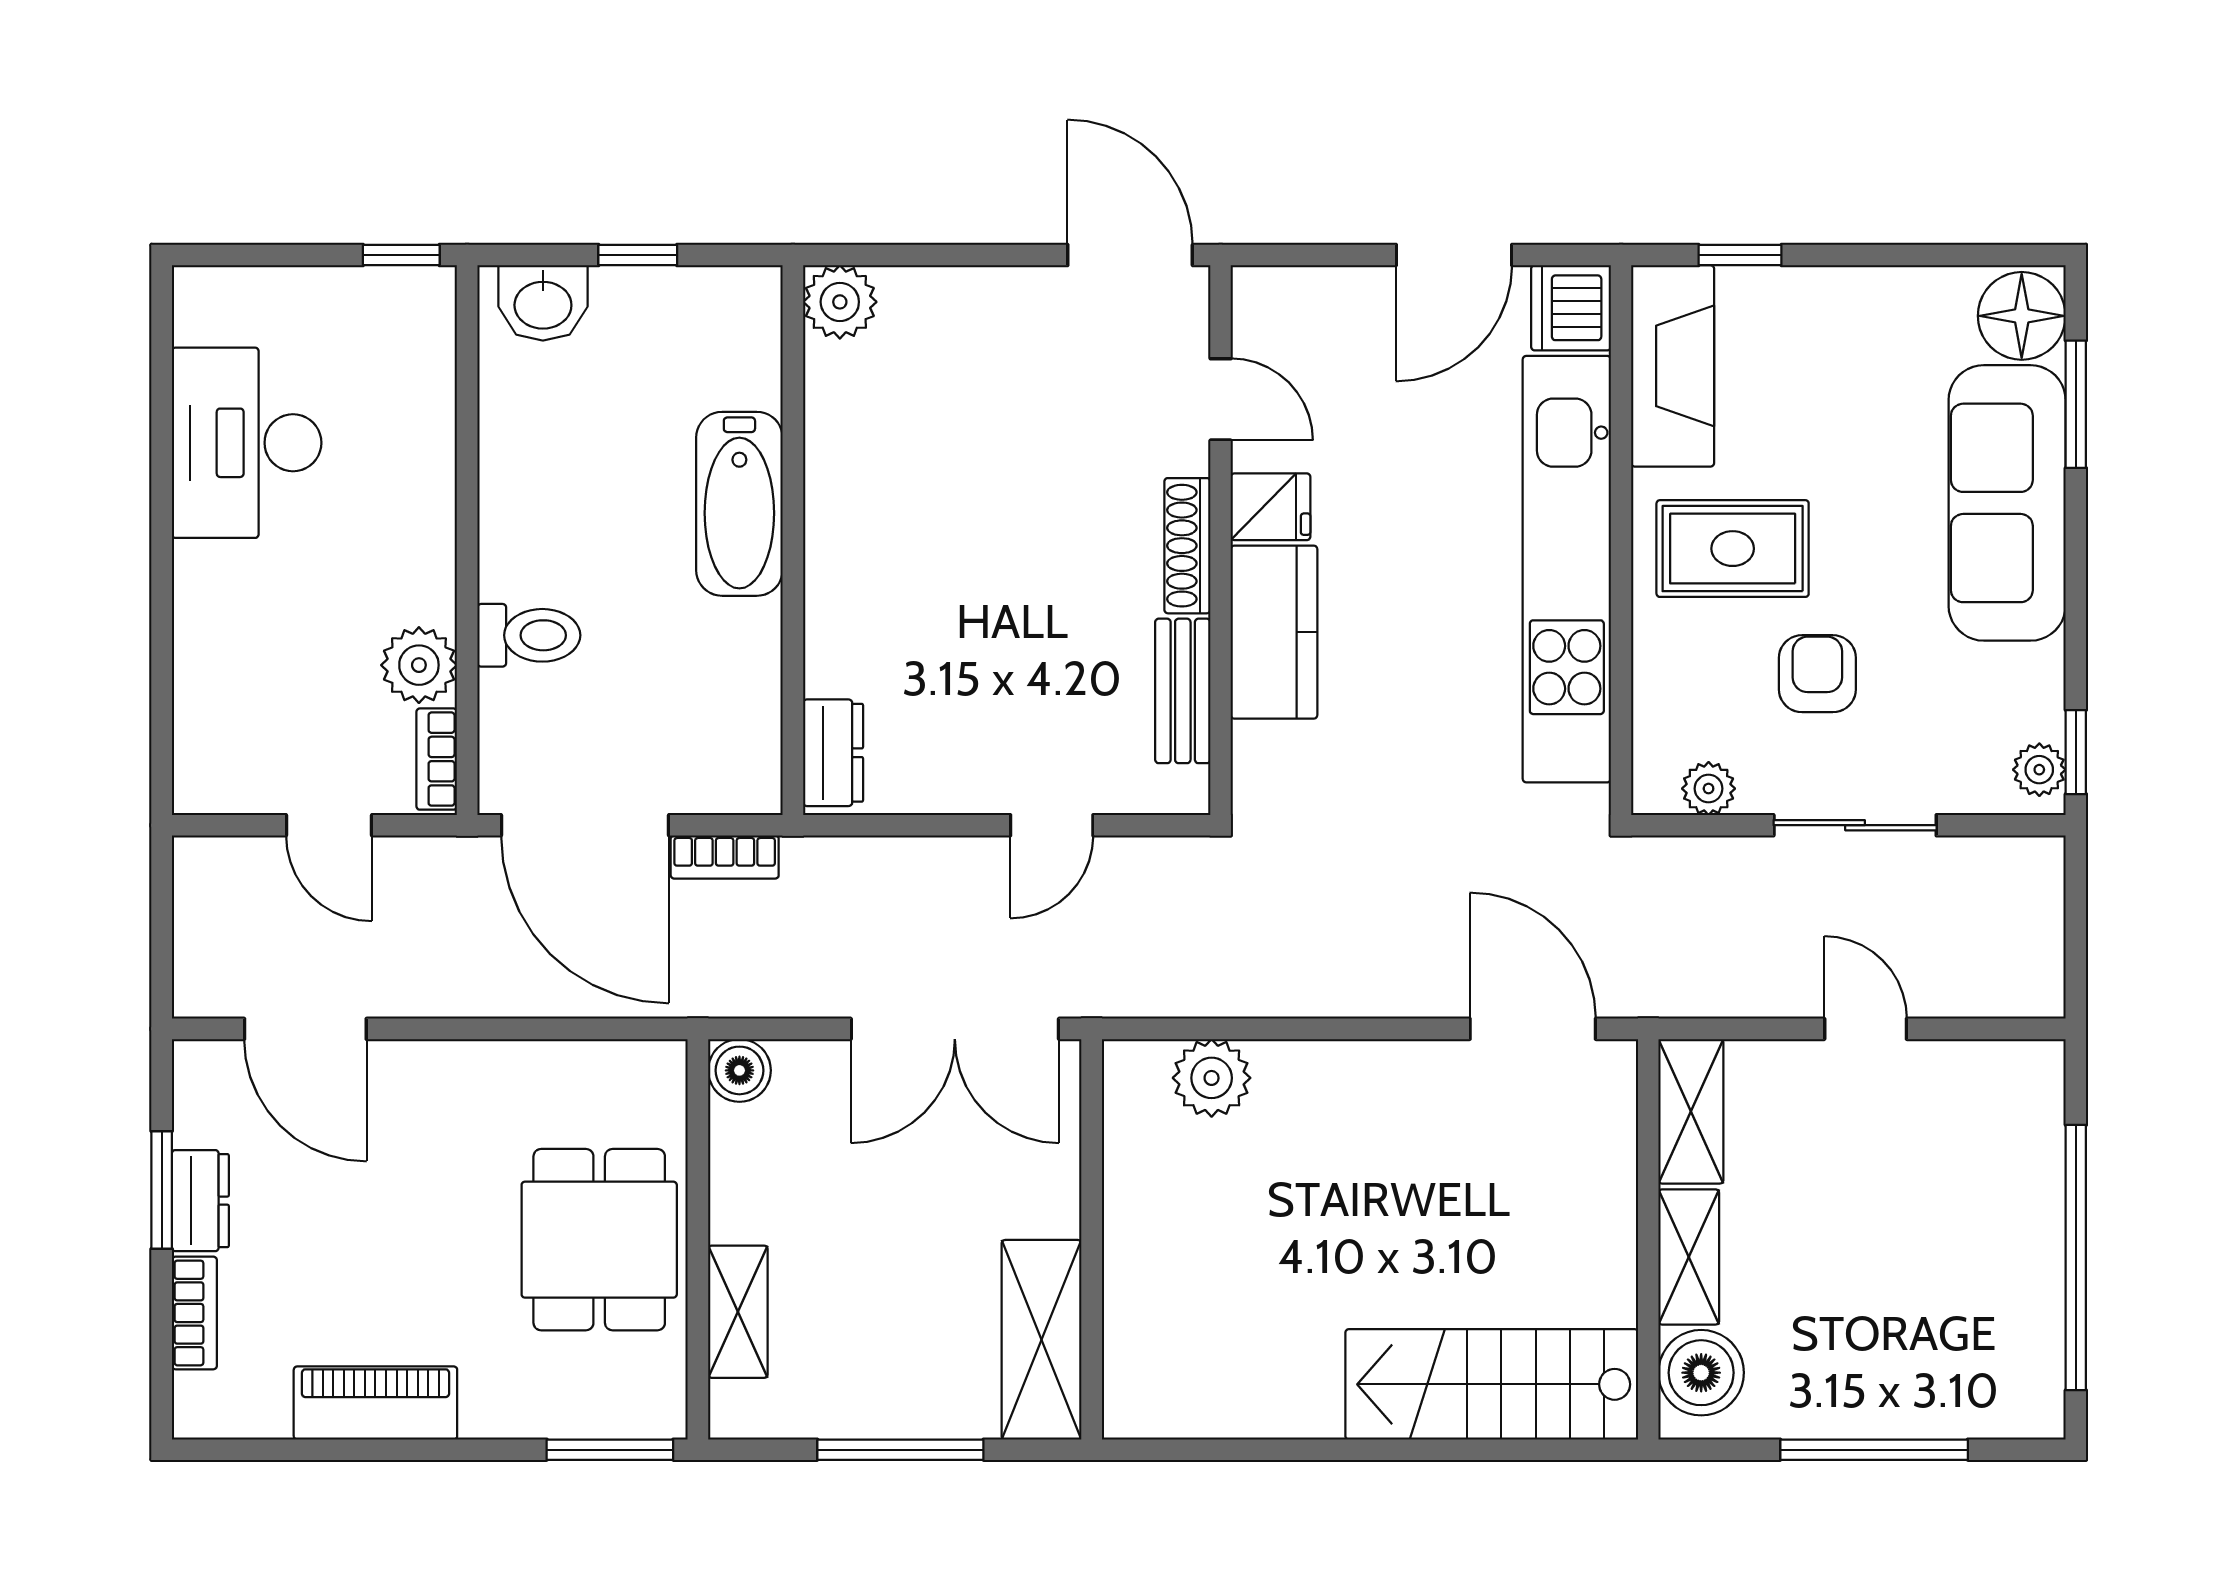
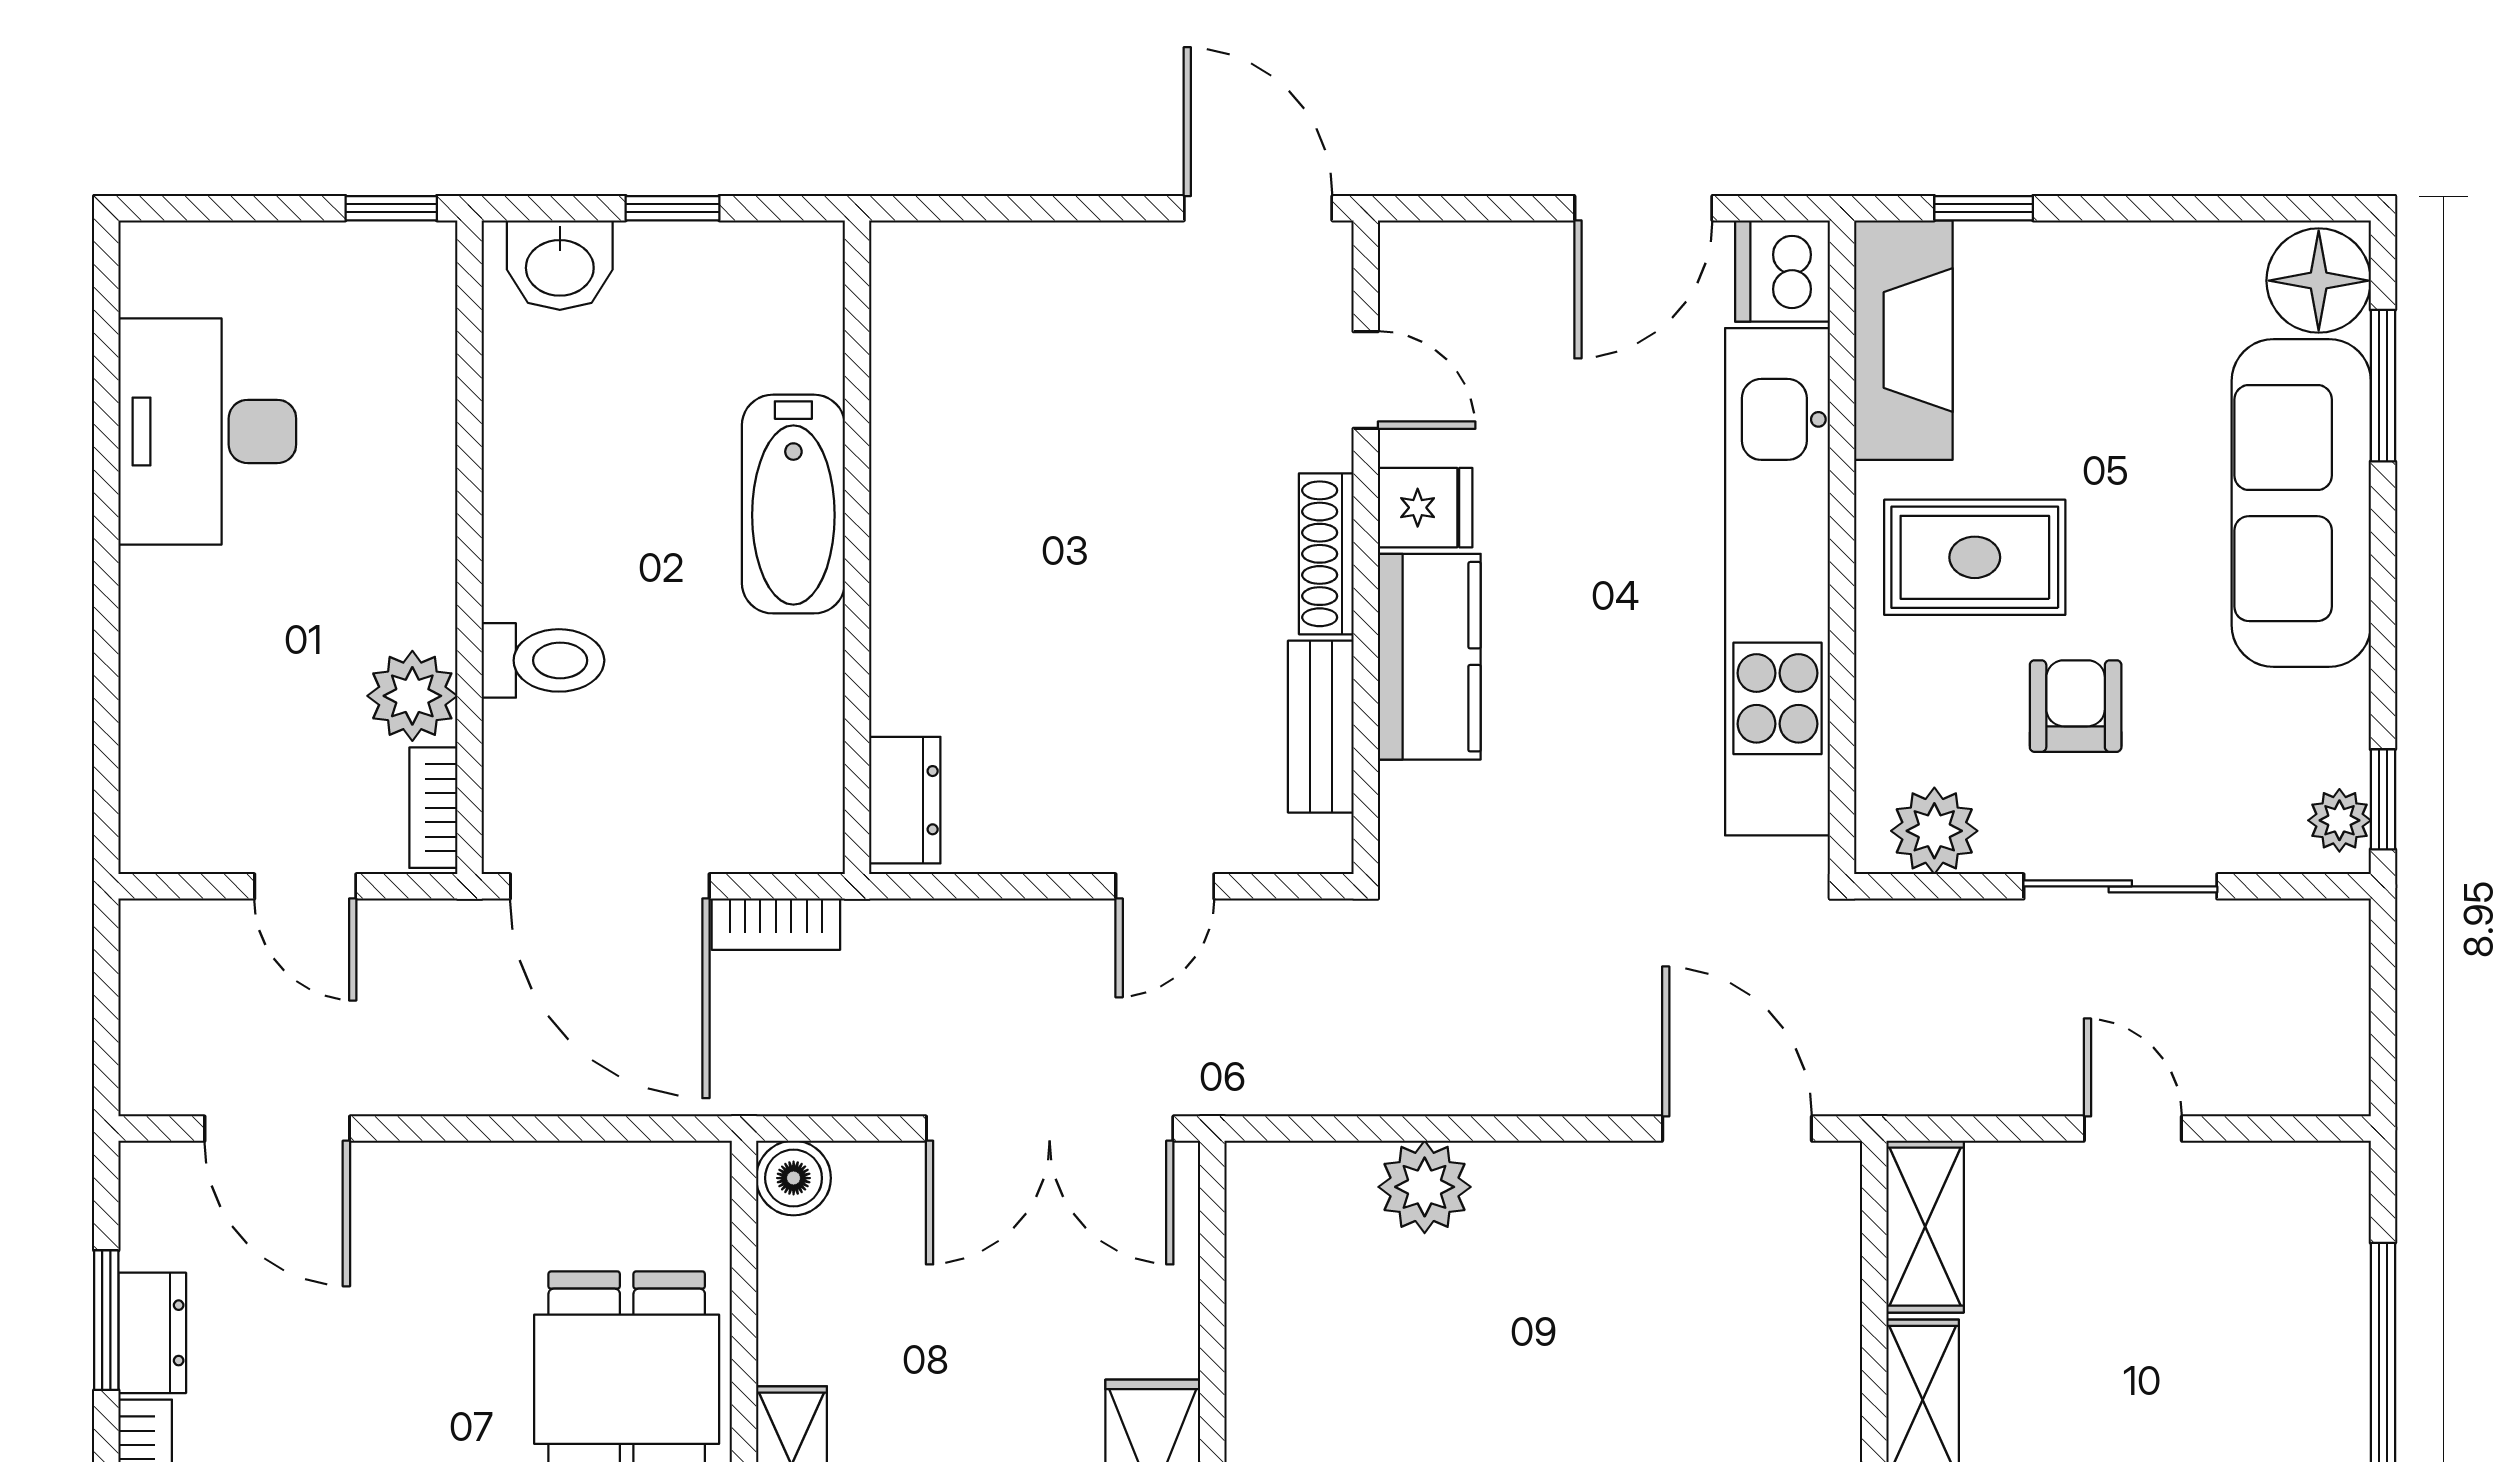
plant: (840, 302) -> (913, 264), removed
plant: (1709, 789) -> (1934, 831), width x1.38, depth x1.38
plant: (1212, 1078) -> (1425, 1187), moved

